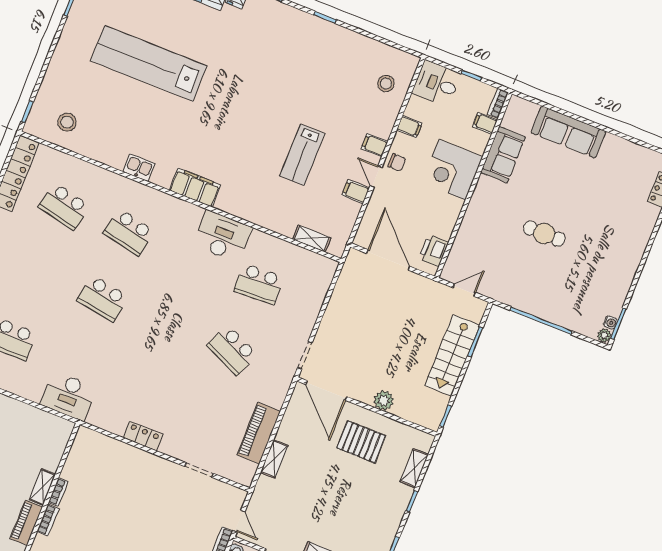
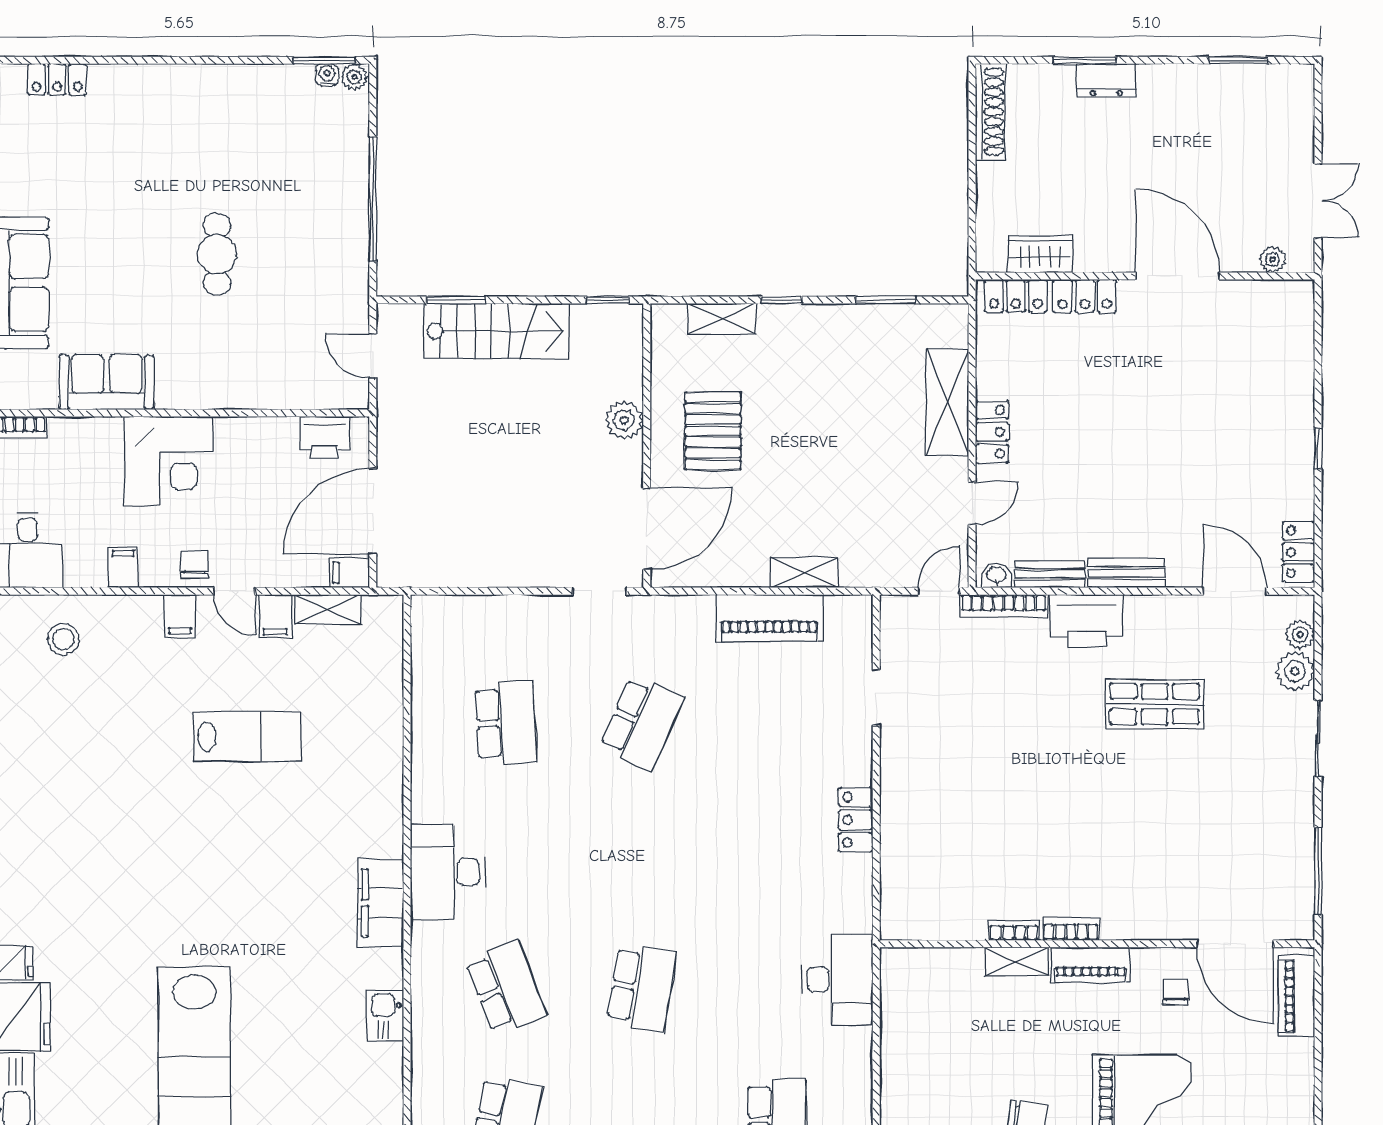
filing cabinet: (485, 123) -> (350, 573), moved, turned 90
door: (376, 177) -> (234, 591), hinge flipped
school desk: (129, 232) -> (506, 988), turned -33
desk: (223, 236) -> (448, 872), moved
shelving: (312, 238) -> (328, 609), moved, turned 90

